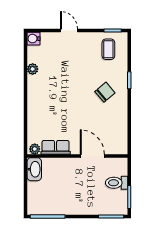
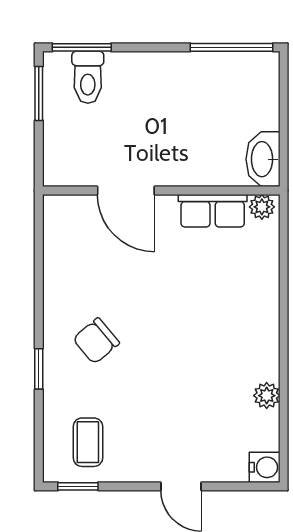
toilet: (117, 183) -> (88, 77), moved, turned 90

